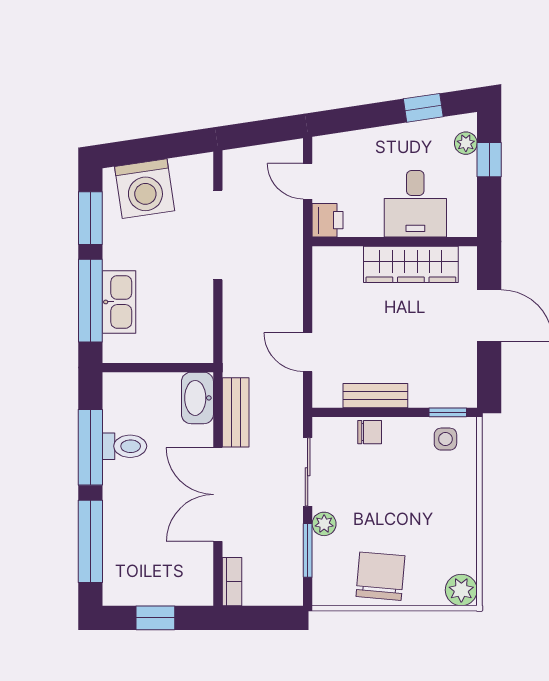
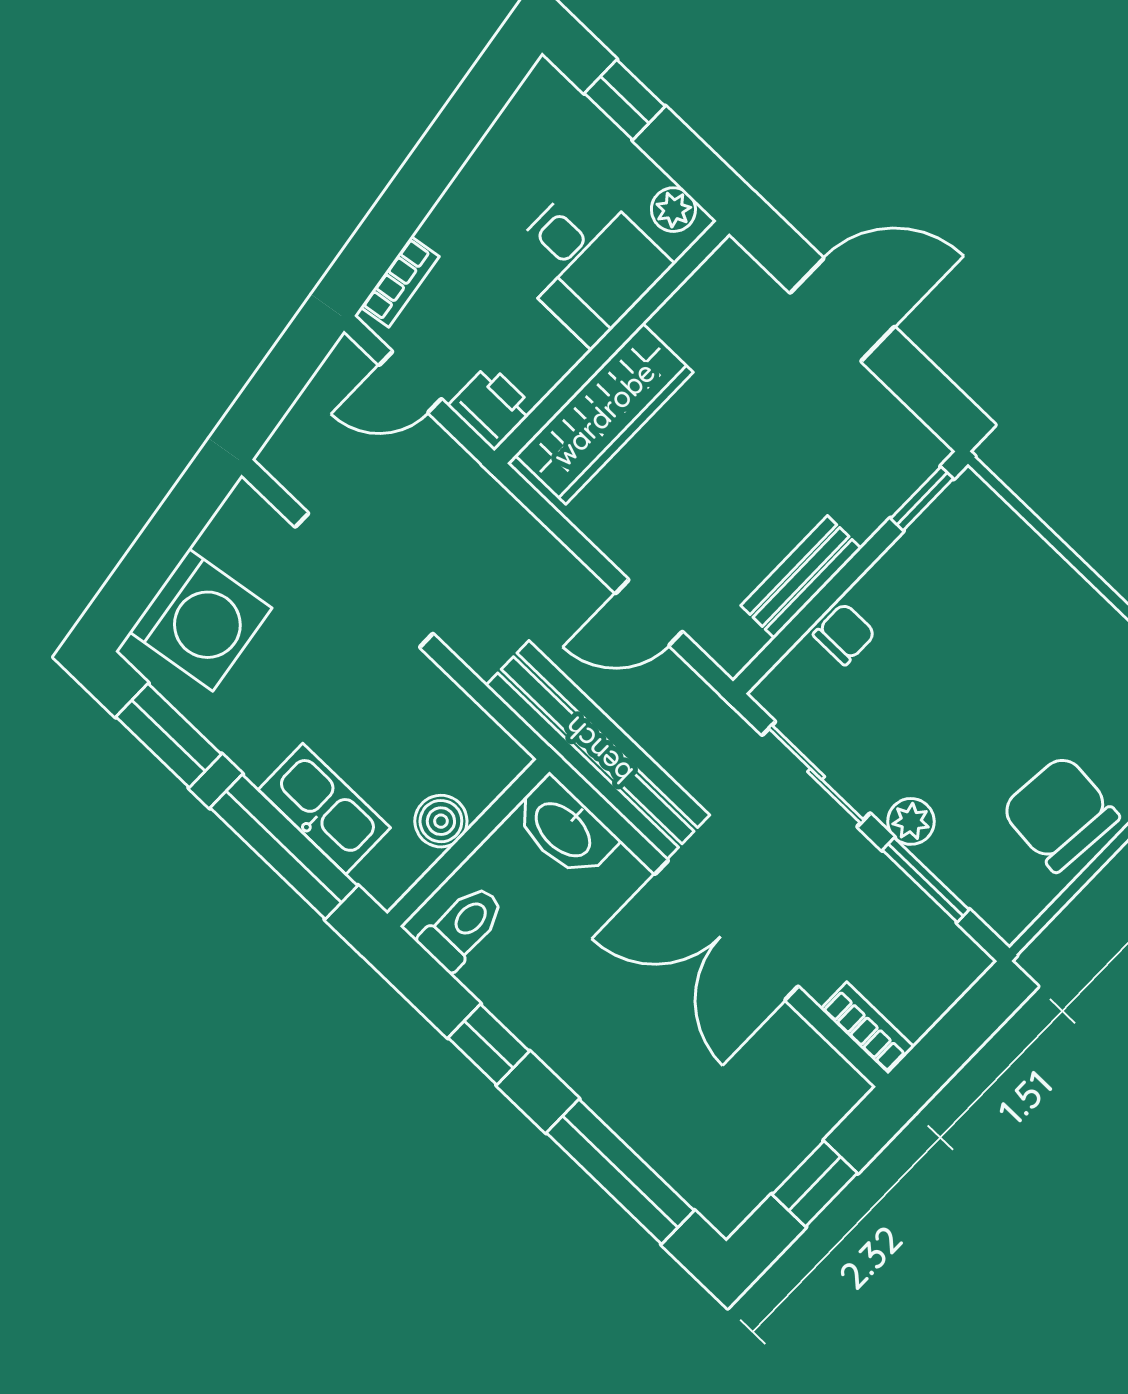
window: (423, 108) -> (464, 122), removed
bookcase: (341, 141) -> (400, 282), added
plant: (466, 143) -> (673, 210), moved
wardrobe: (411, 264) -> (604, 414), moved
boiler: (156, 350) -> (441, 821), added
bench: (236, 412) -> (598, 750), width x1.86, depth x1.21
side table: (445, 439) -> (956, 537), removed
toilet: (124, 446) -> (462, 927), moved
window: (90, 447) -> (489, 1045), width x0.46

